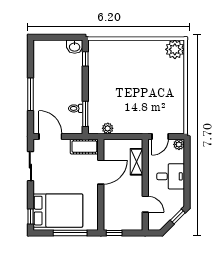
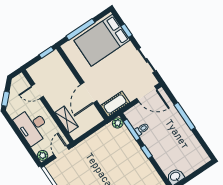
window: (85, 59) -> (147, 152), moved
plant: (108, 128) -> (118, 123), moved
desk: (171, 176) -> (32, 126), width x1.37
window: (30, 216) -> (127, 31), moved

